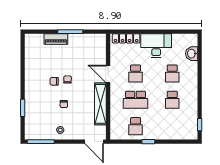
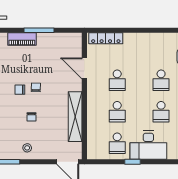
desk: (156, 46) -> (148, 145), moved, turned 180
door: (108, 74) -> (84, 68), moved
school desk: (136, 100) -> (117, 112), width x0.54

